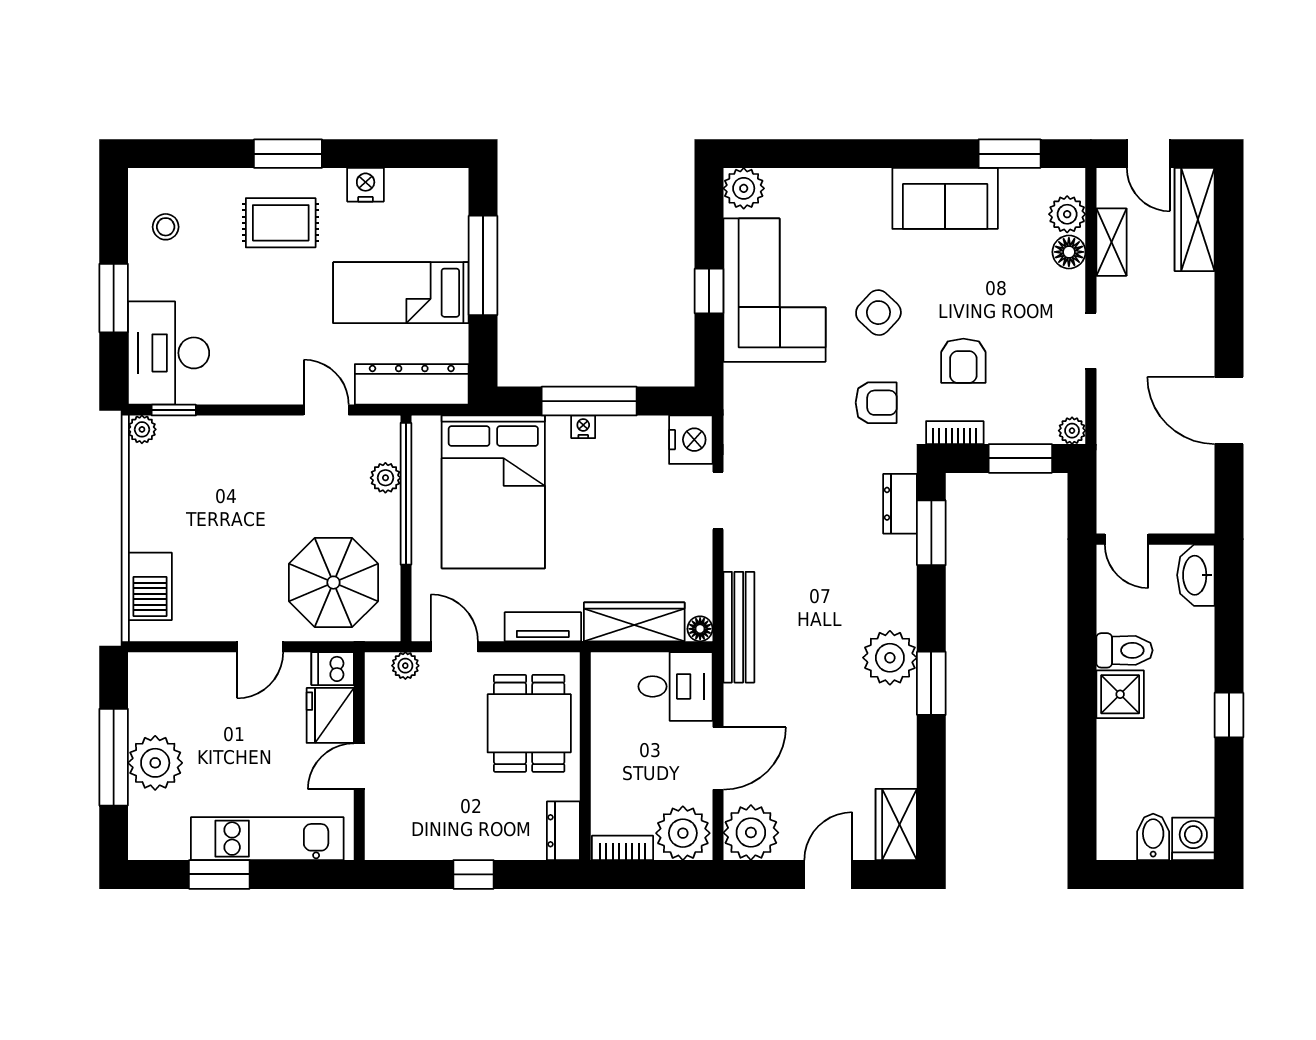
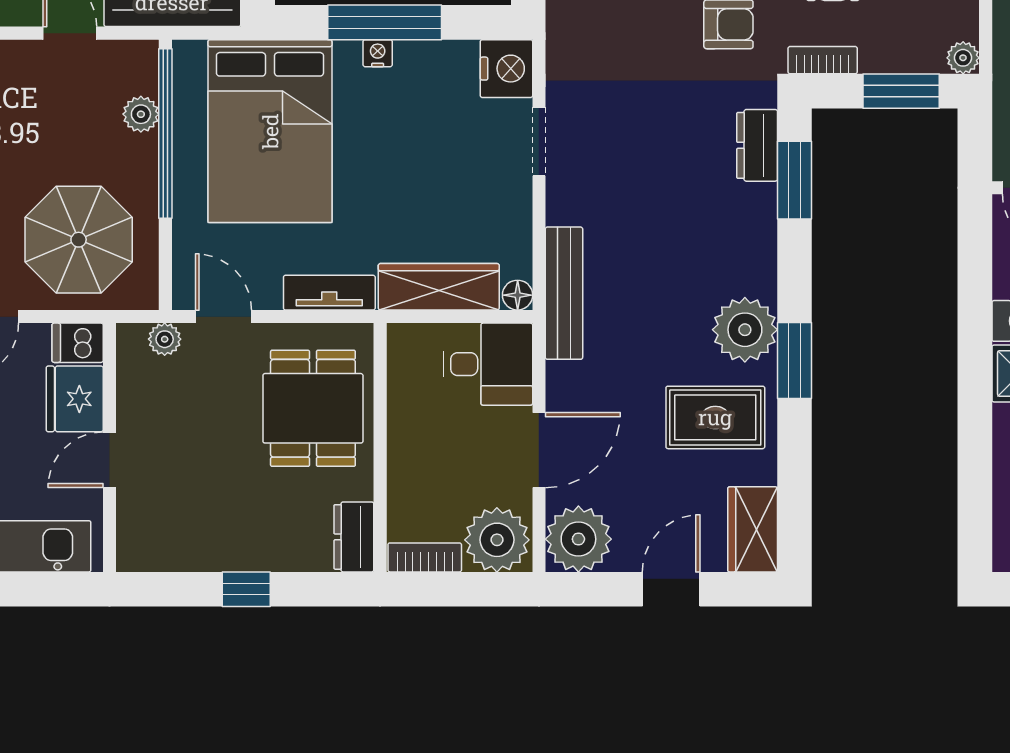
rug: (865, 731) -> (715, 417), added

